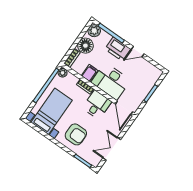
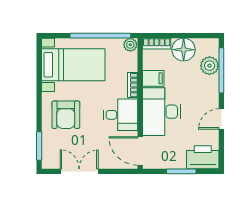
plant: (94, 31) -> (210, 66), moved
printer: (118, 49) -> (203, 157), moved, turned 90
door: (138, 52) -> (221, 119), hinge flipped
door: (124, 108) -> (140, 151), hinge flipped

